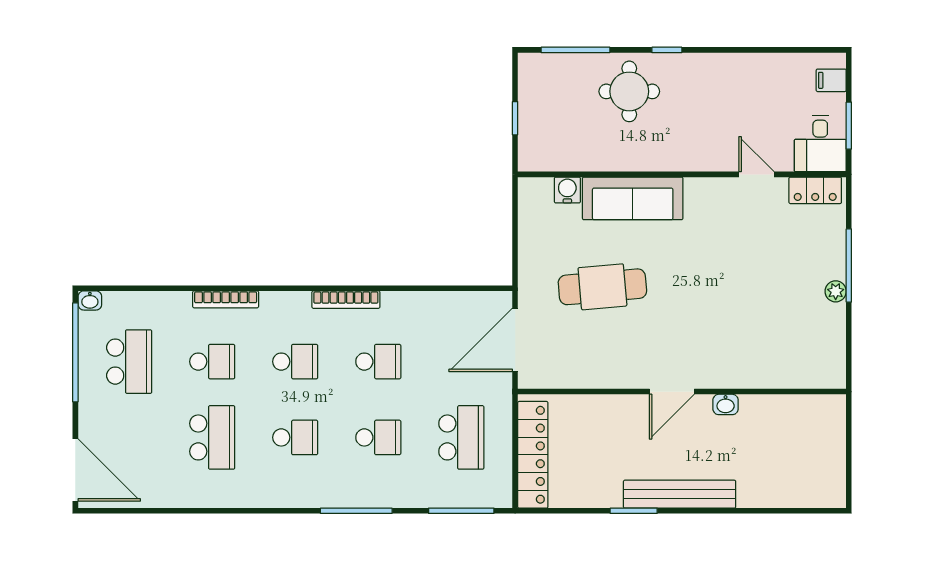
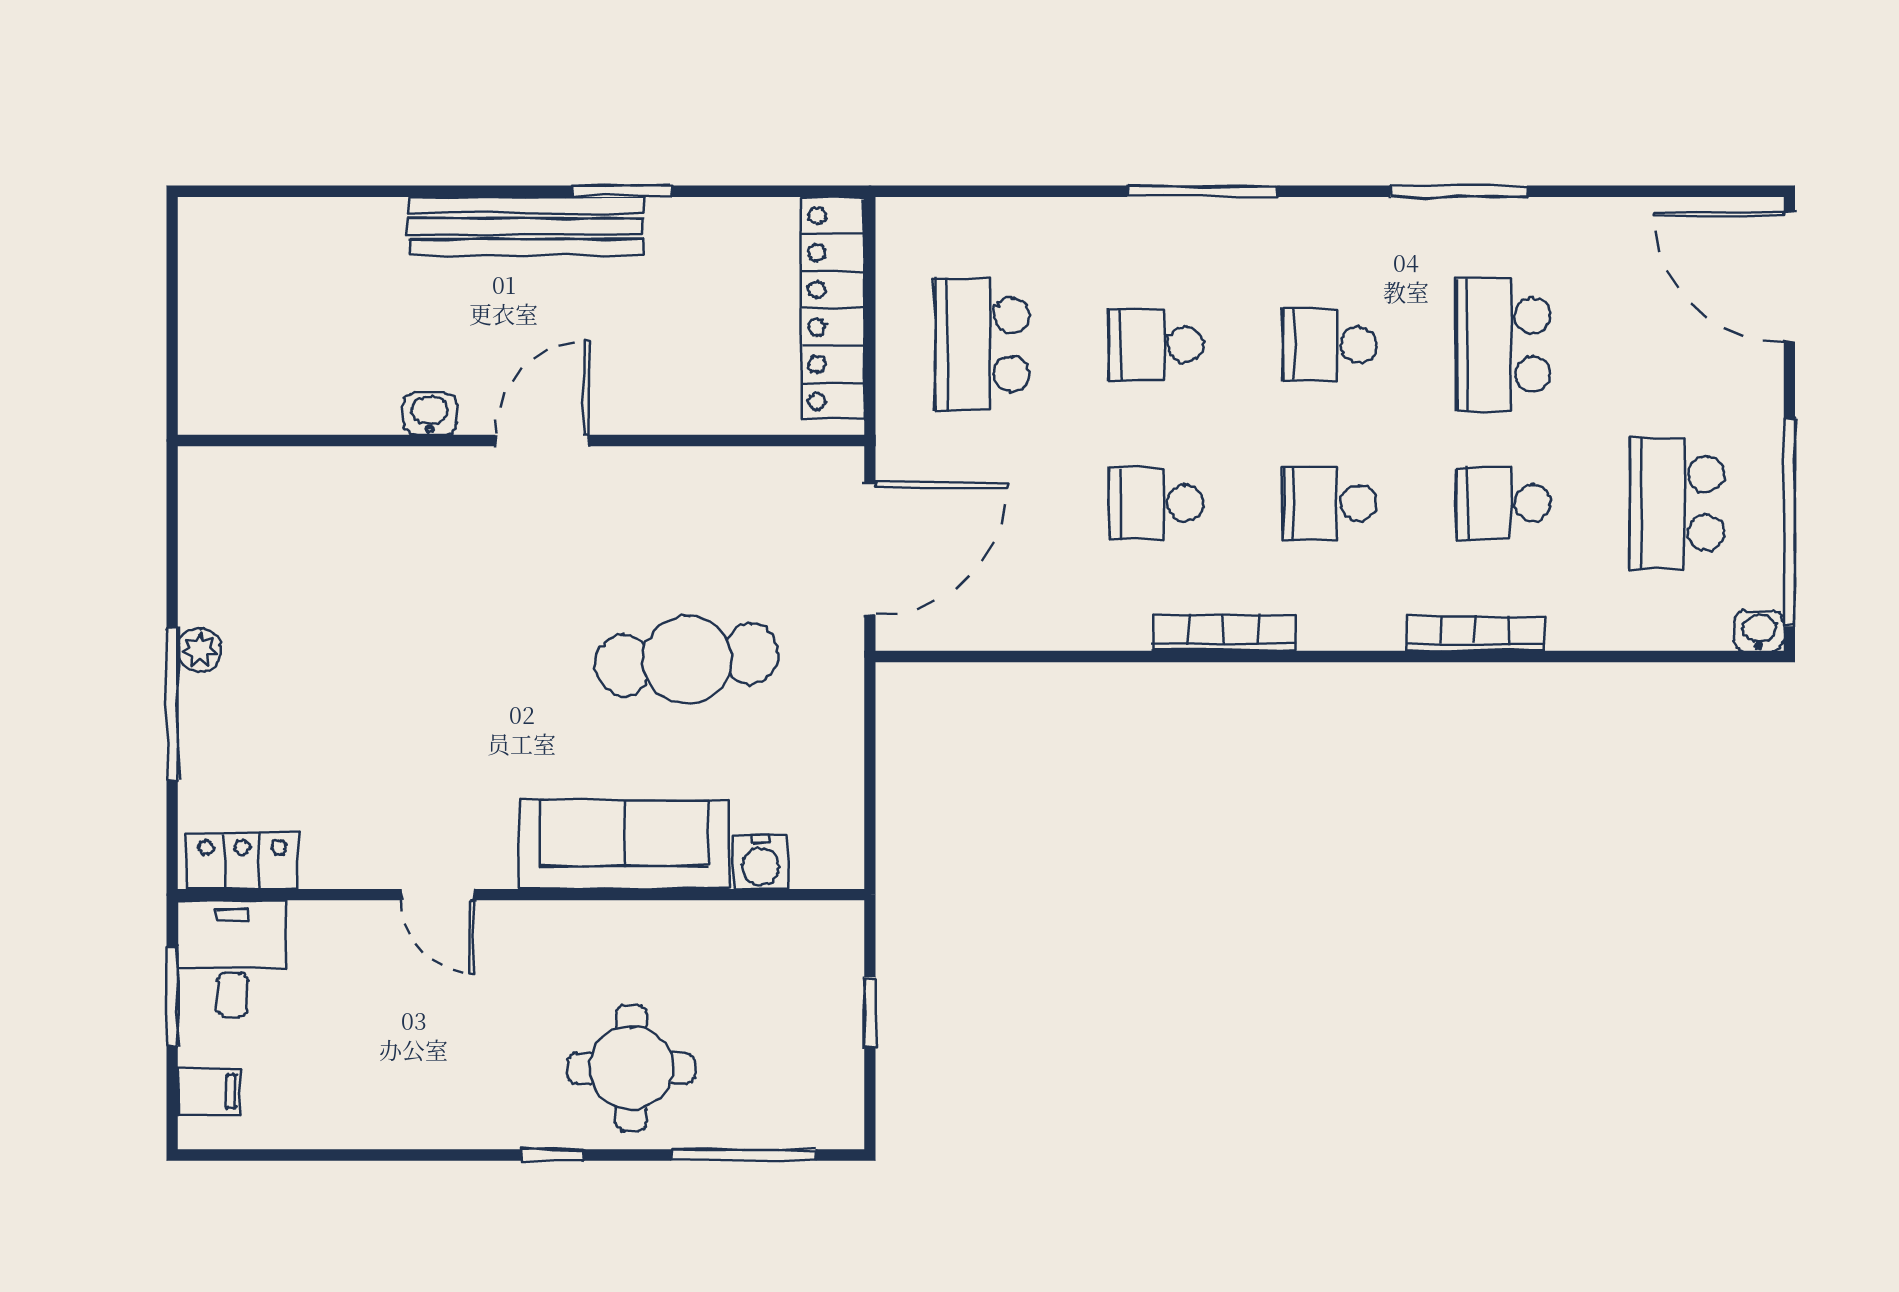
door: (756, 174) -> (438, 895), moved
window: (461, 511) -> (1459, 191), moved

